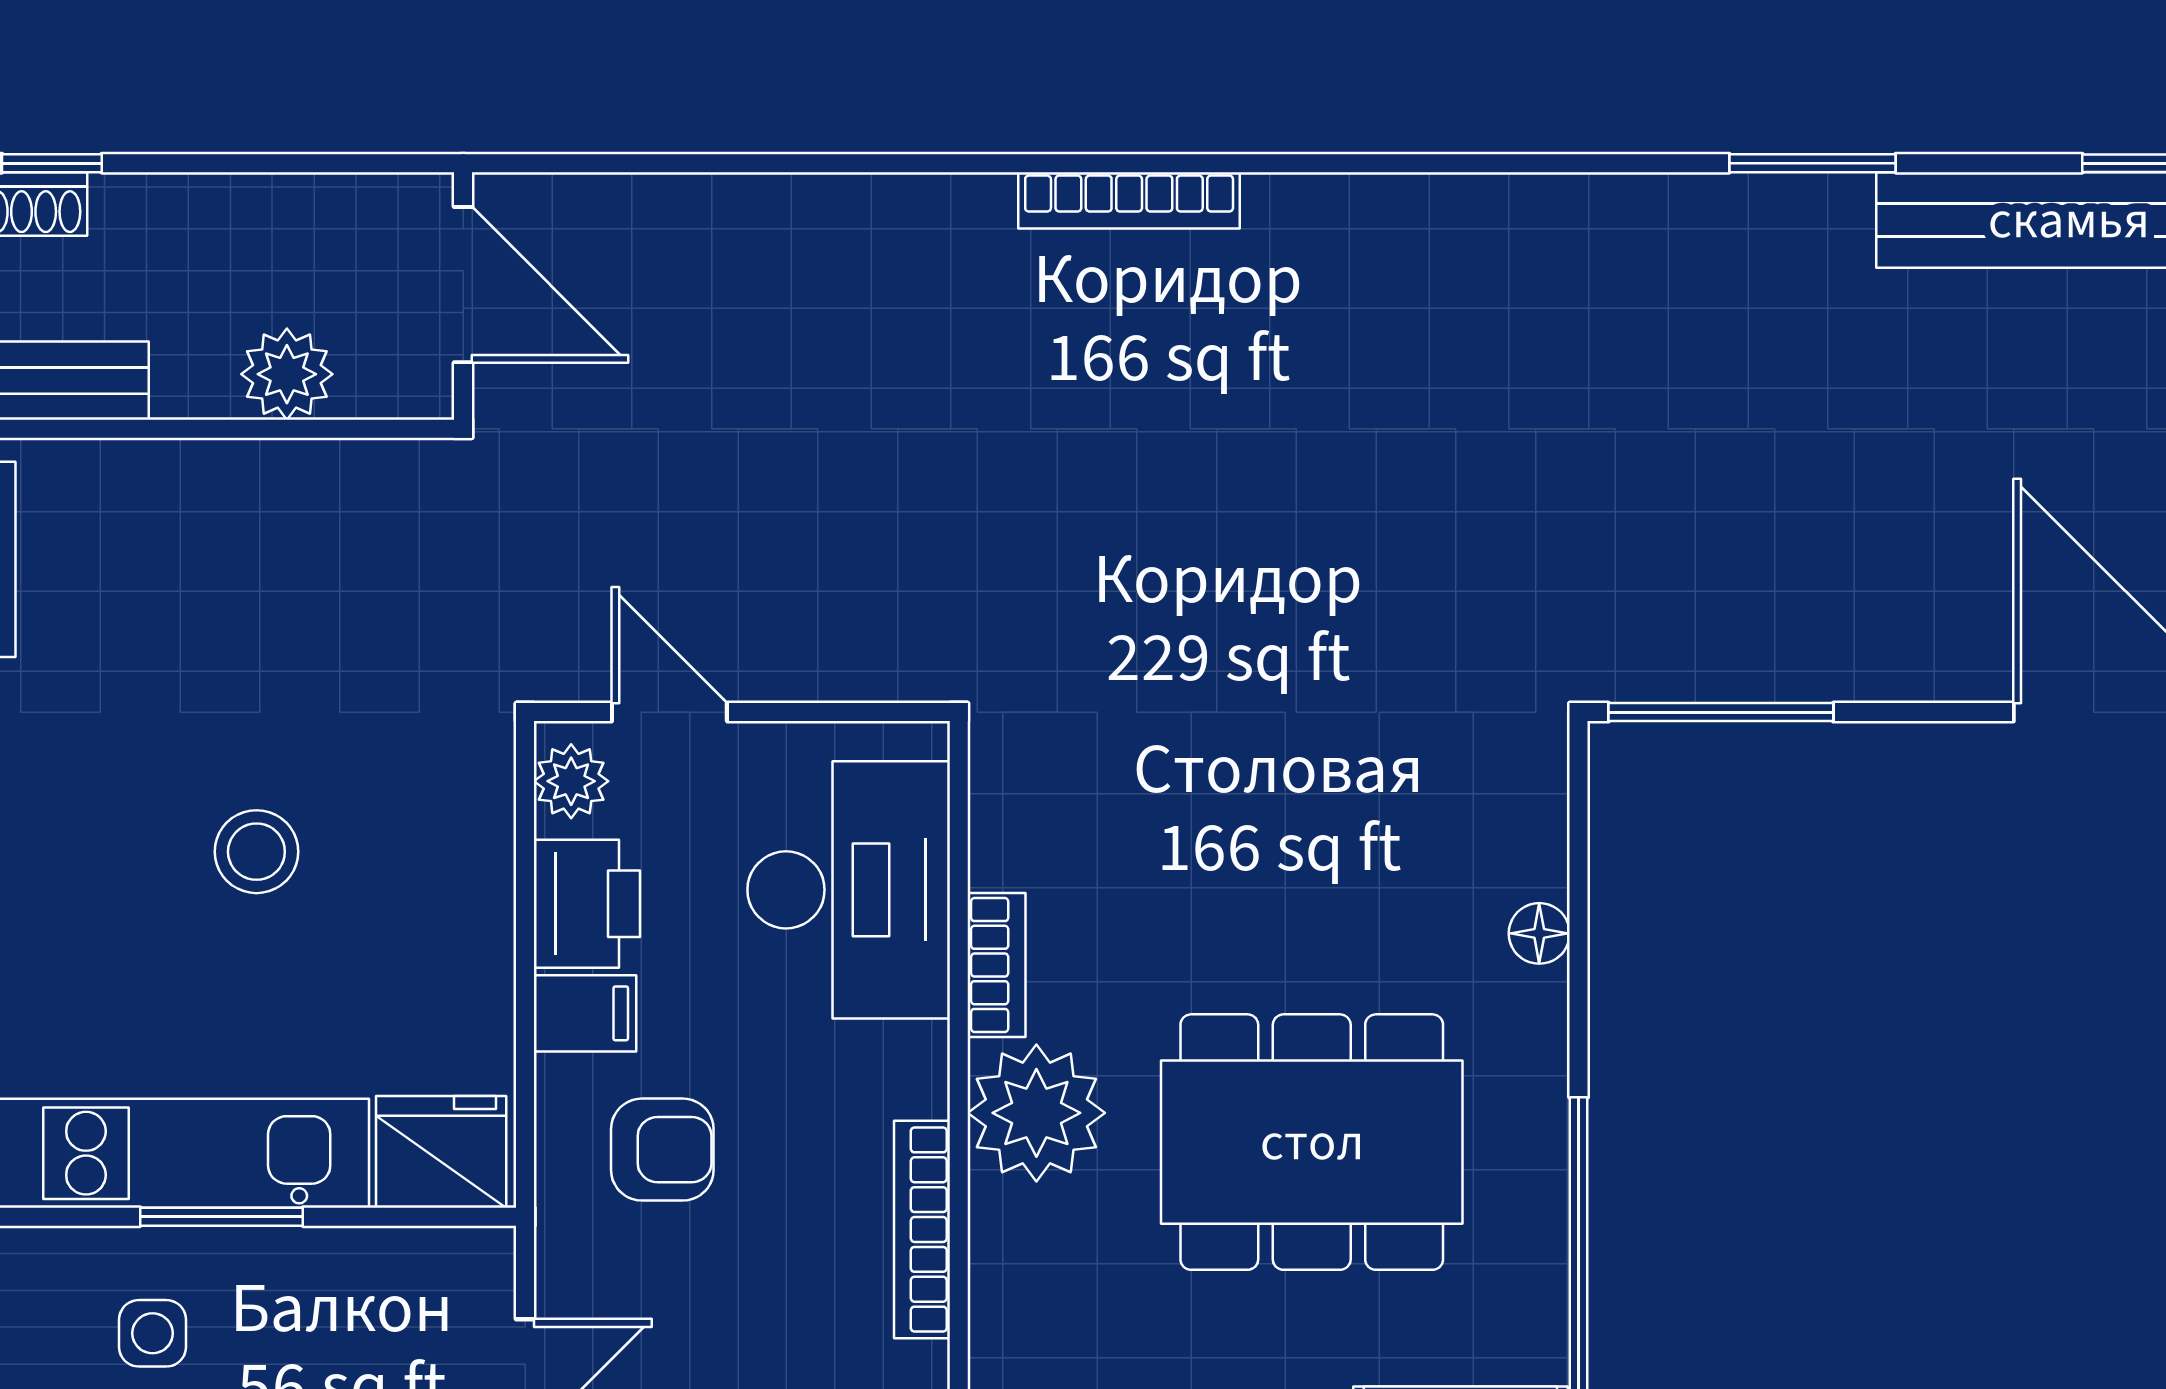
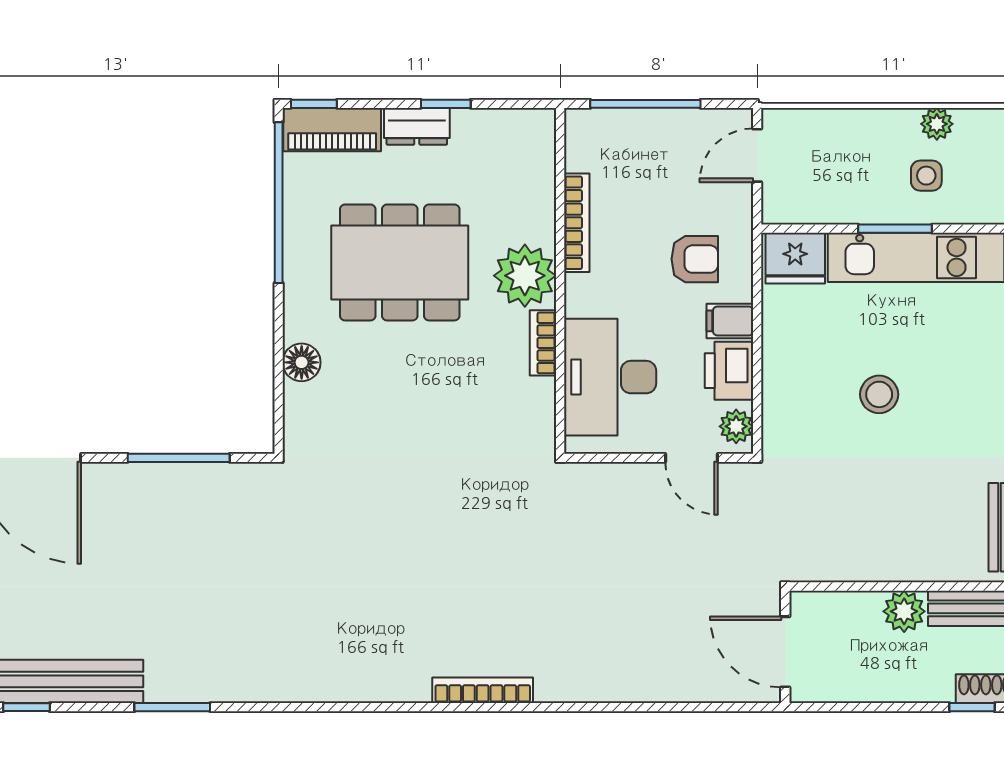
plant: (287, 374) -> (904, 611), moved
window: (1721, 712) -> (179, 458), moved
floor lamp: (1539, 933) -> (302, 362), width x1.37, depth x1.37
armchair: (662, 1150) -> (695, 259), turned 180

